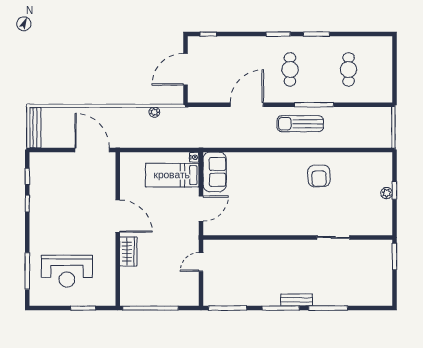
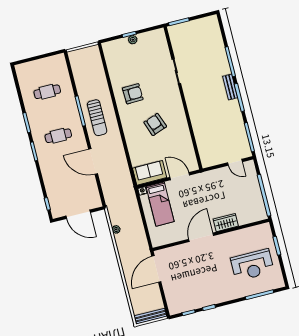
armchair: (273, 194) -> (155, 124), added
door: (201, 262) -> (235, 162), moved
reception desk: (67, 271) -> (252, 265), turned 90

